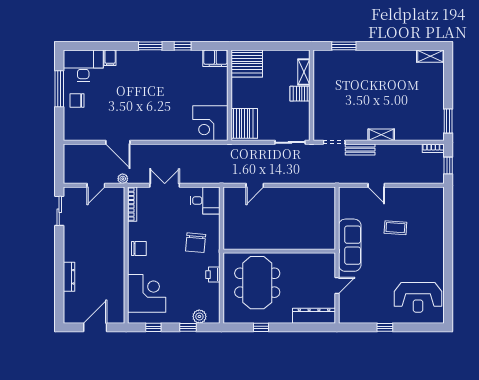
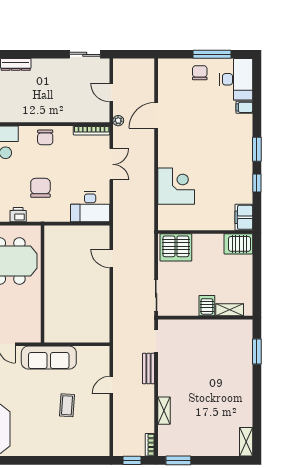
server rack: (247, 64) -> (238, 244), width x0.62
corner desk: (210, 123) -> (176, 186), moved, turned 90
shelving: (381, 135) -> (164, 411), moved
desk: (205, 201) -> (90, 207), width x1.37
chair: (196, 243) -> (40, 188), moved, turned 85

